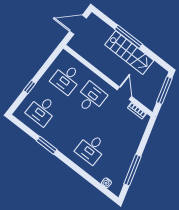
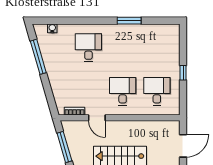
window: (30, 87) -> (183, 73), moved
desk: (91, 98) -> (123, 91), turned 180
desk: (42, 110) -> (157, 48), removed

